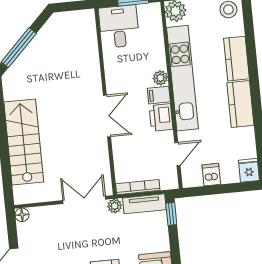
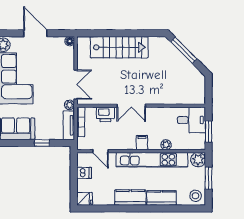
plant: (160, 78) -> (166, 145), moved
printer: (161, 117) -> (105, 114), moved, turned 180
window: (171, 214) -> (42, 143), moved

